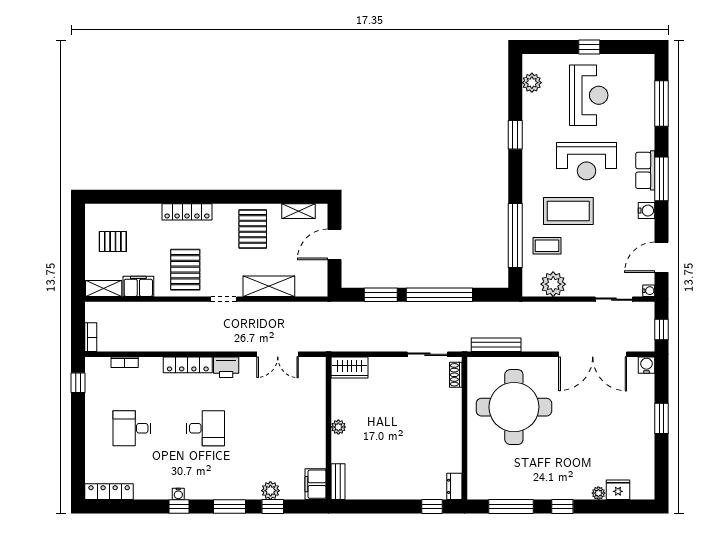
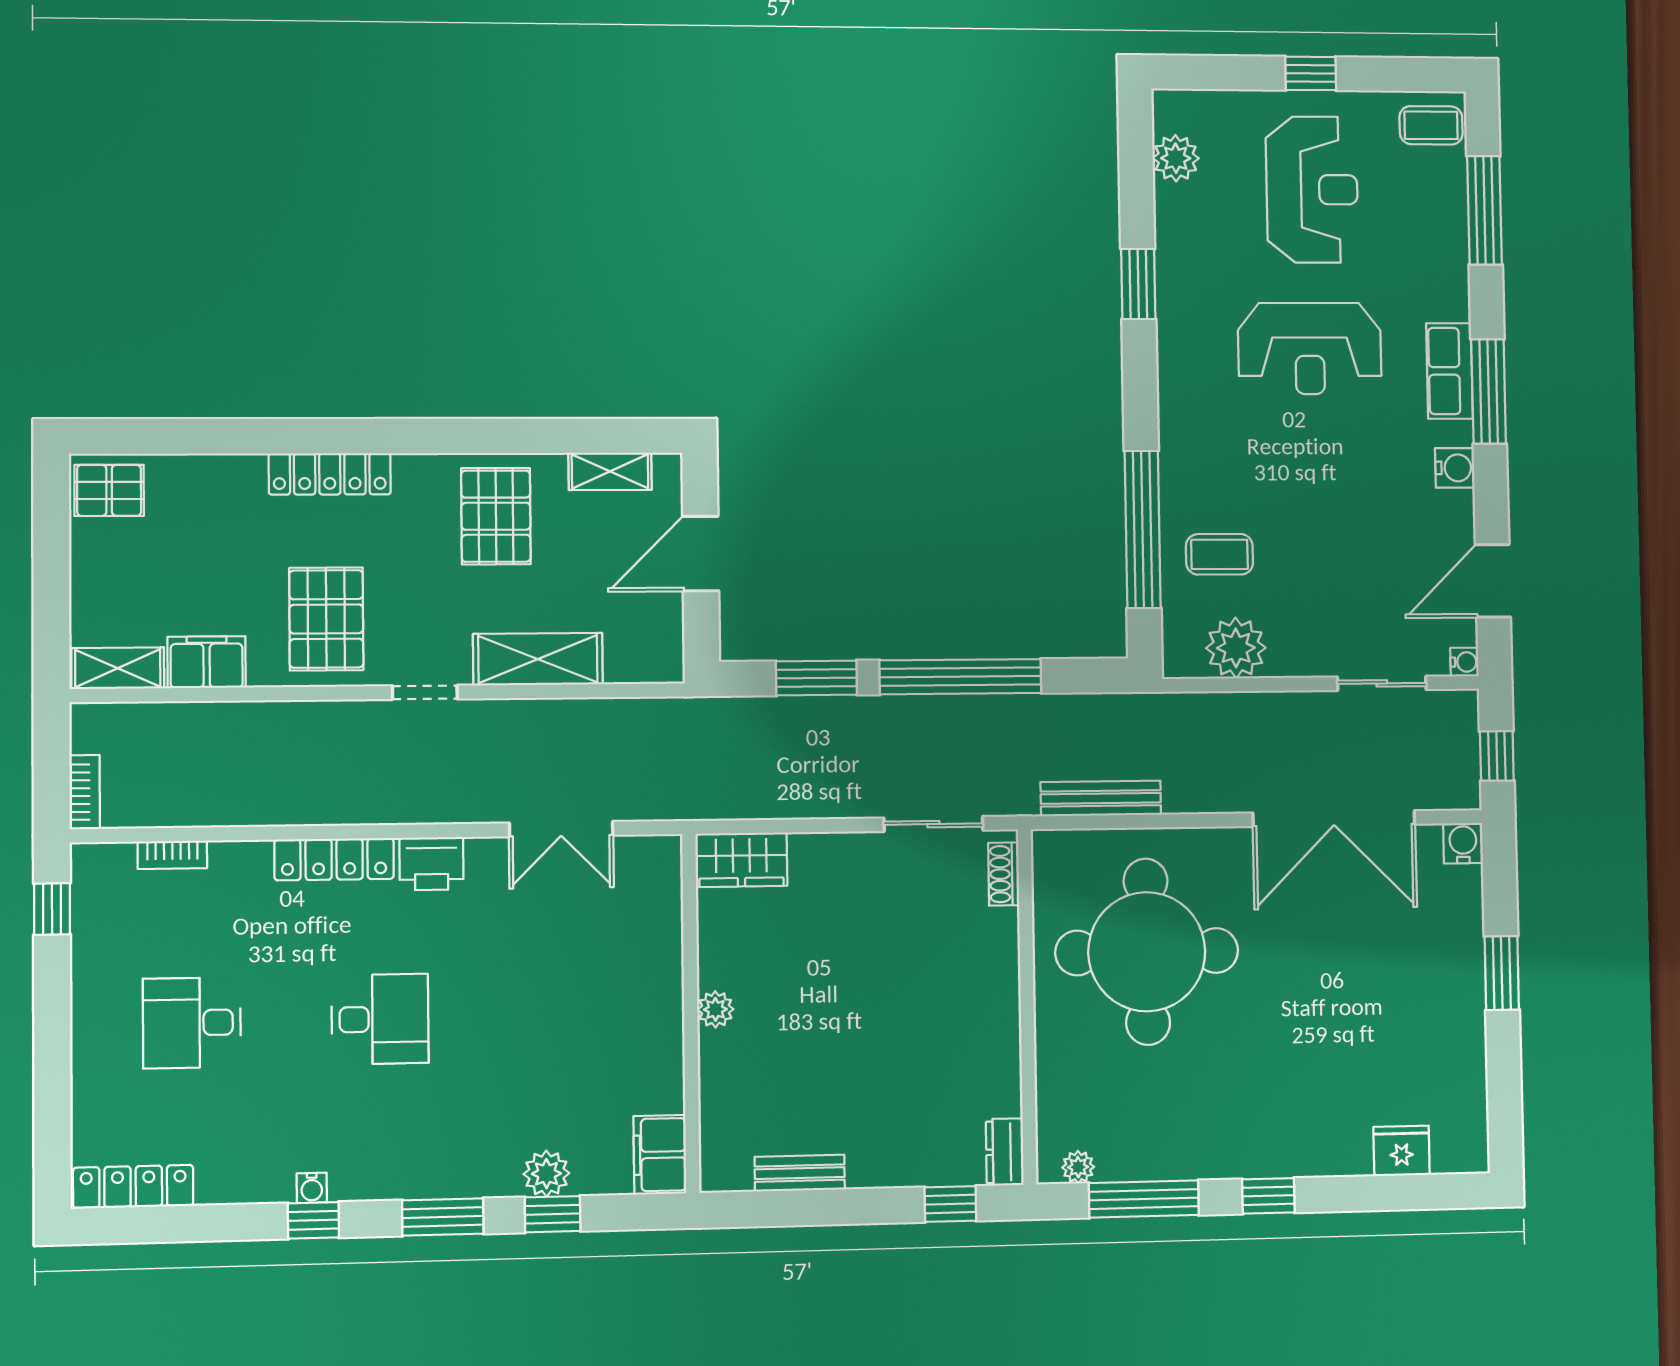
coffee table: (568, 211) -> (1431, 125), moved, width x0.54, depth x0.58
pallet: (113, 241) -> (109, 490), moved
bench: (338, 482) -> (800, 1173), moved, turned 90
plant: (598, 493) -> (1078, 1167), moved

